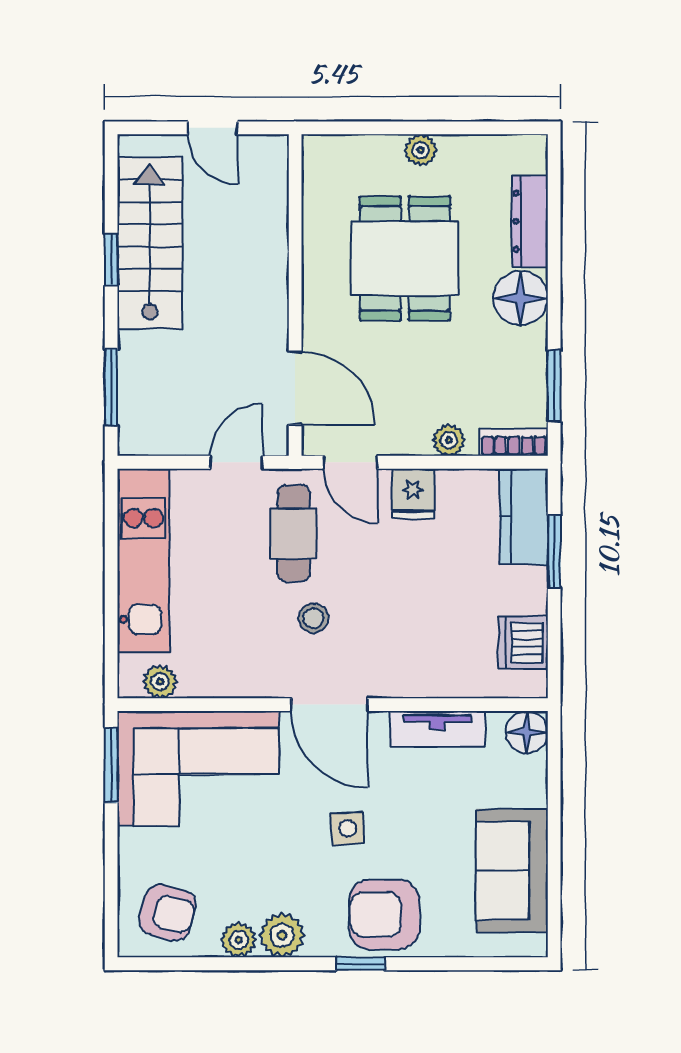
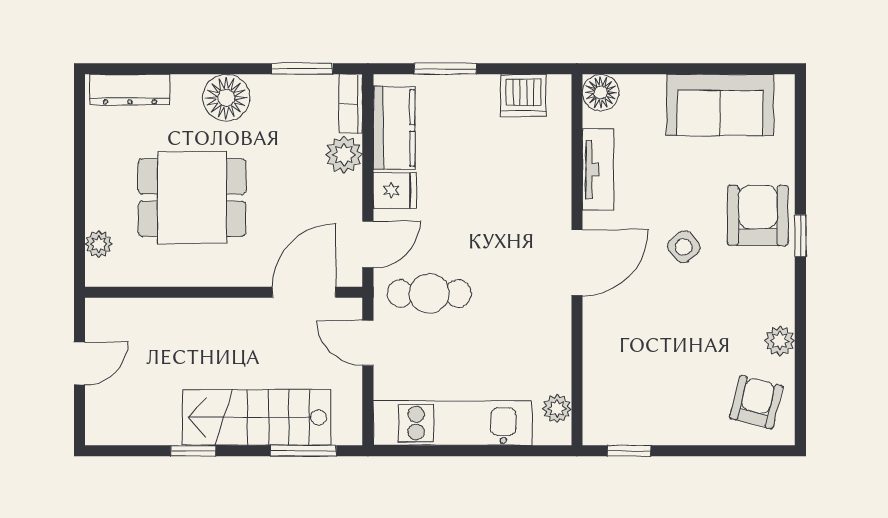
plant: (421, 150) -> (99, 244), moved
dresser: (530, 221) -> (130, 90), moved
stairs: (150, 243) -> (256, 417), moved
plant: (449, 440) -> (344, 155), width x1.38, depth x1.38
kitchen counter: (524, 517) -> (394, 128), moved, turned -90
stool: (314, 618) -> (502, 276), removed
window: (111, 765) -> (629, 451), width x0.67
corner sofa: (198, 768) -> (632, 376), removed
side table: (348, 828) -> (684, 247), turned -37
armchair: (384, 914) -> (758, 215), turned 180
plant: (282, 935) -> (776, 303), removed

